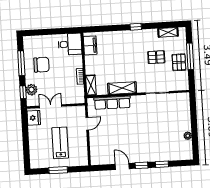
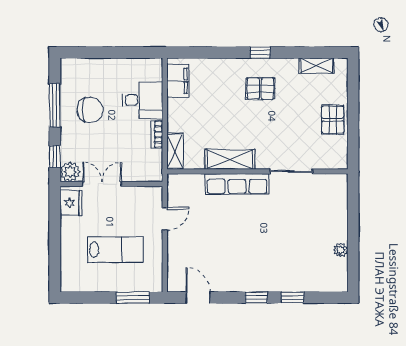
desk: (70, 44) -> (142, 100), moved
window: (190, 56) -> (353, 110), removed
pallet: (156, 57) -> (260, 89), moved
plant: (32, 90) -> (70, 172), moved
row of seats: (112, 103) -> (237, 184), moved
lab bench: (60, 143) -> (115, 250), turned 90
door: (122, 166) -> (198, 297), moved
window: (58, 170) -> (133, 297), moved

